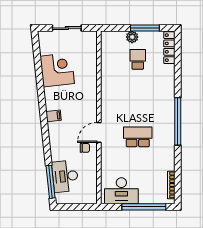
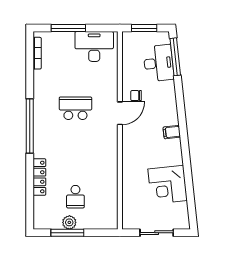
plant: (132, 37) -> (69, 222), moved
locker: (169, 48) -> (39, 177), moved
school desk: (138, 137) -> (75, 108), turned 180
window: (78, 207) -> (144, 28), added
window: (144, 207) -> (68, 28), width x0.68

